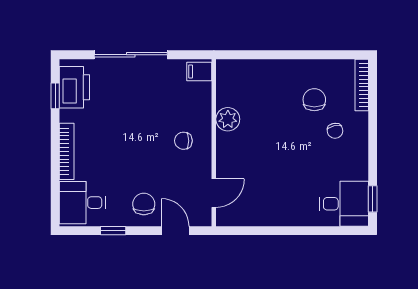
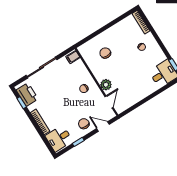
chair: (314, 100) -> (105, 53), moved
plant: (228, 119) -> (106, 85), moved

